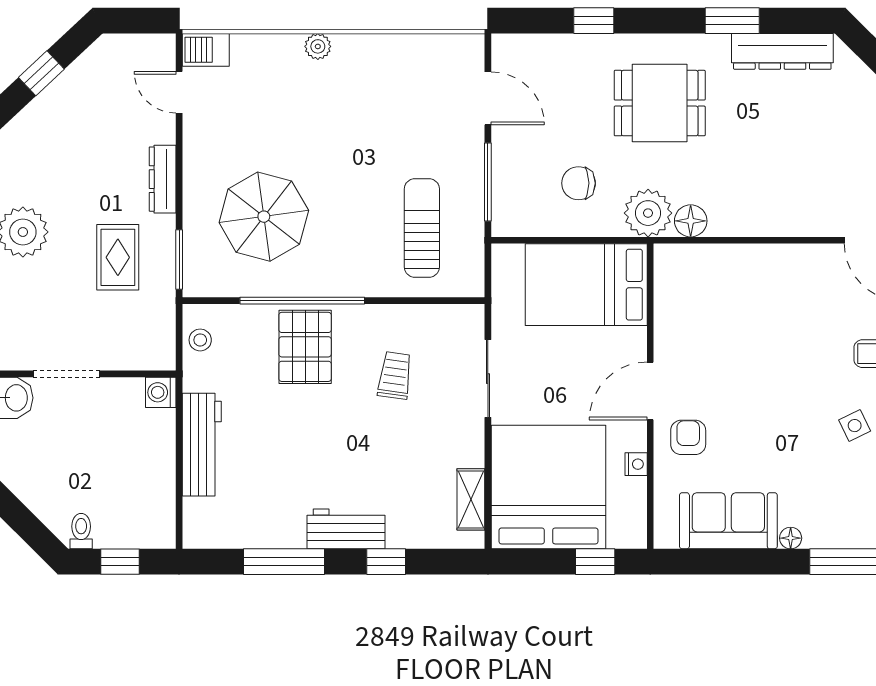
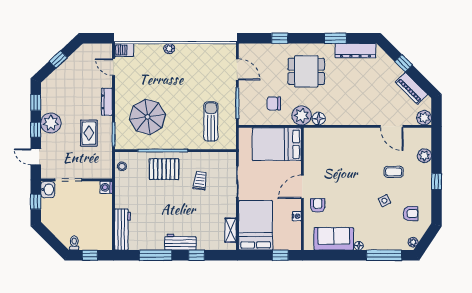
pallet: (305, 347) -> (164, 169), turned 90
workbench: (202, 445) -> (123, 229), moved
bed: (548, 487) -> (256, 225), width x0.73

